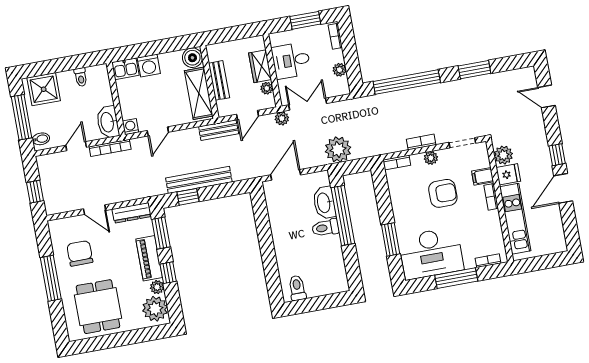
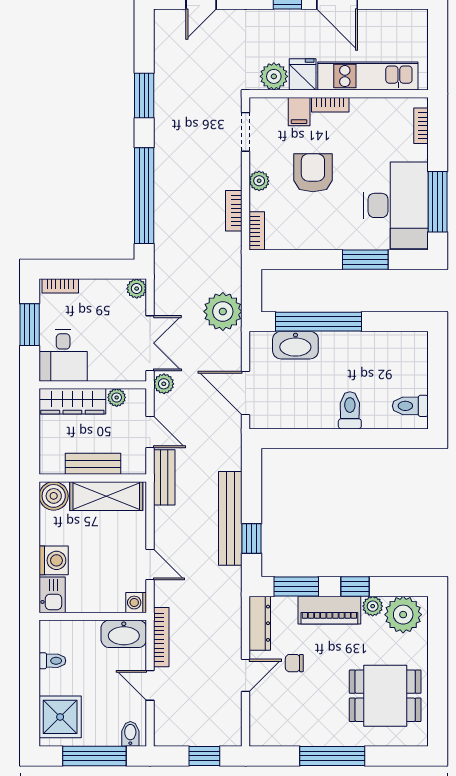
desk: (291, 61) -> (63, 355), moved
wardrobe: (260, 66) -> (72, 401), width x1.50
plant: (340, 70) -> (137, 289), moved
double door: (308, 104) -> (150, 343), swing flipped
bookcase: (421, 142) -> (234, 211), moved
toilet: (325, 228) -> (350, 410), moved, turned 180
chair: (80, 253) -> (294, 663), moved, width x0.54, depth x0.54
window: (456, 278) -> (438, 202), moved

